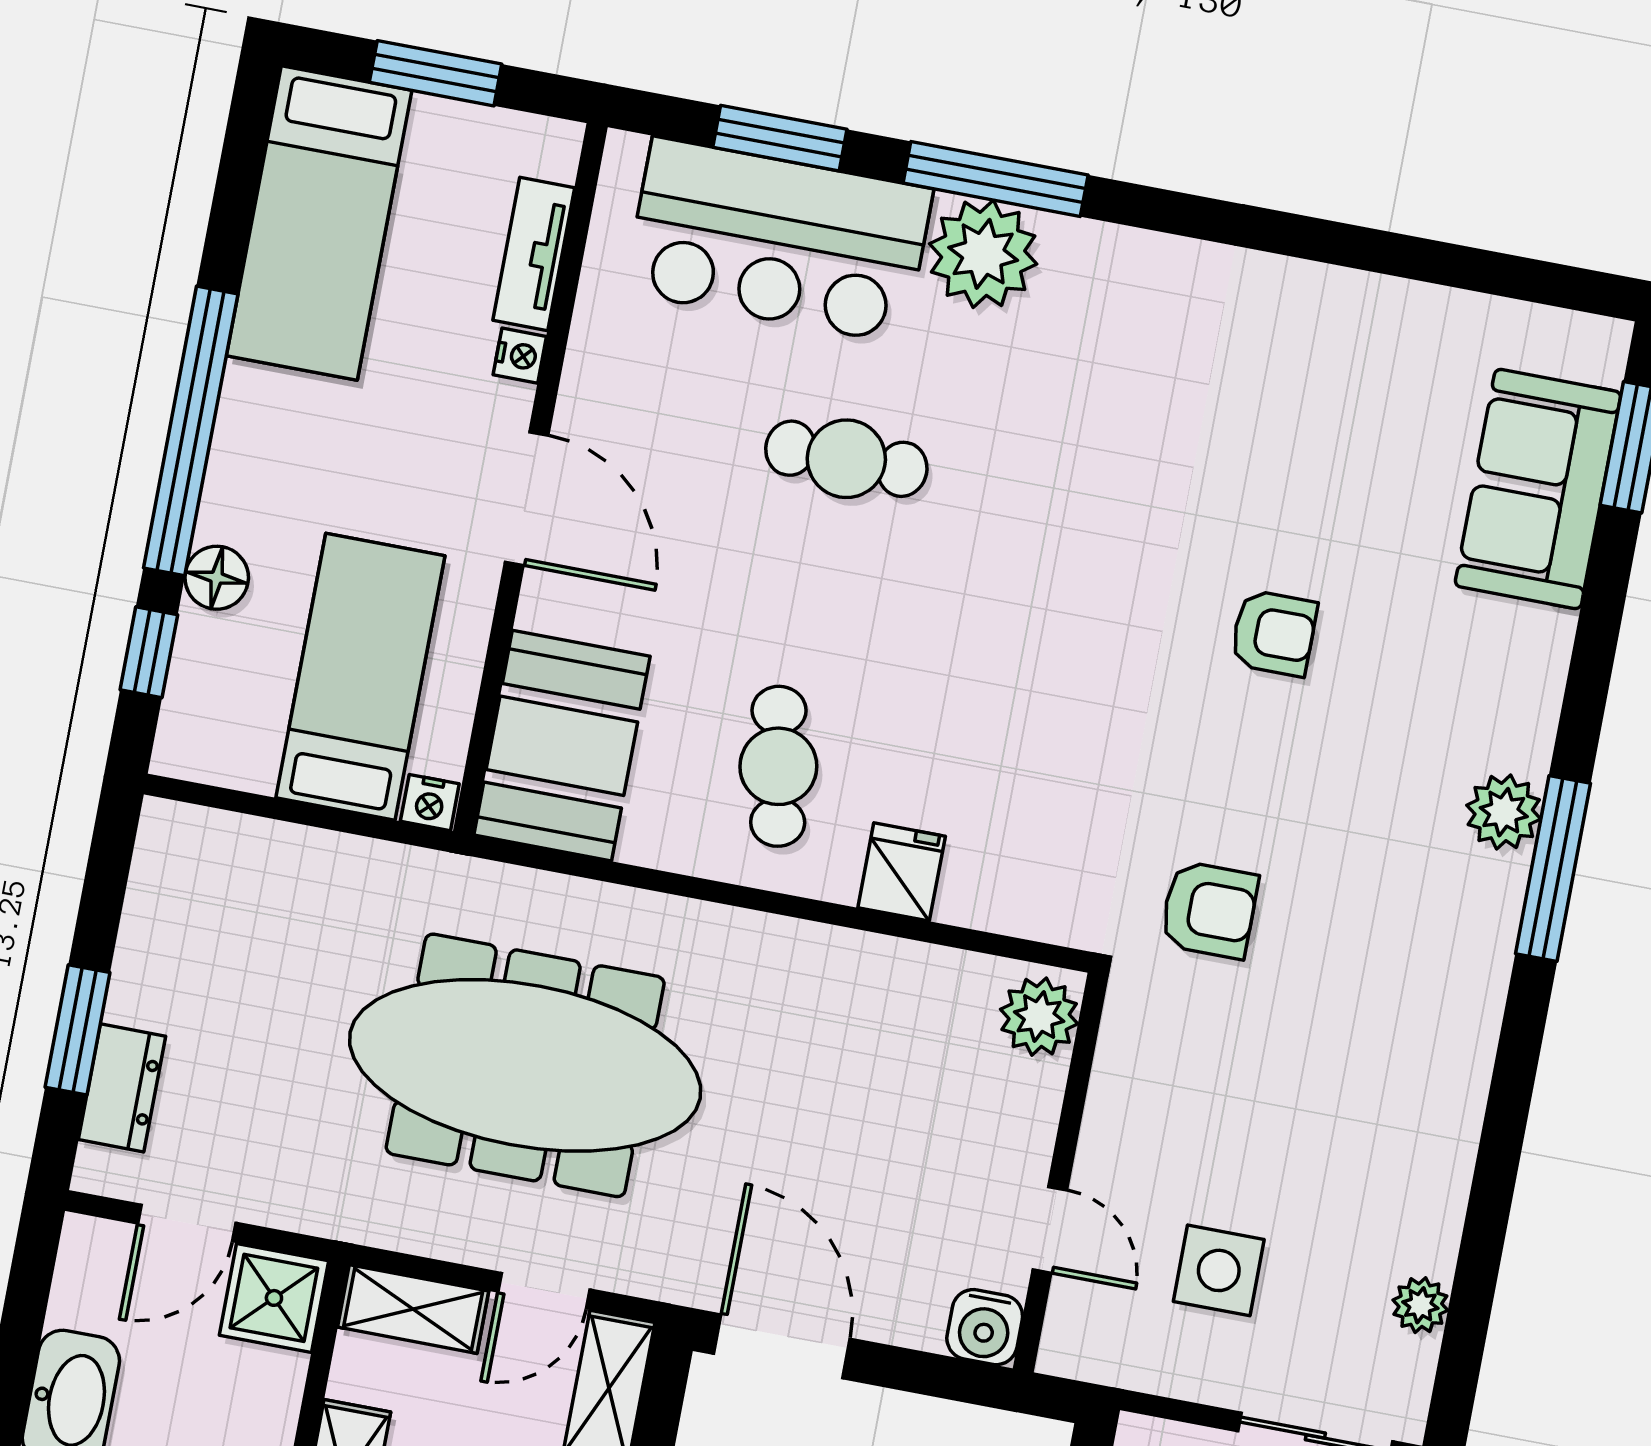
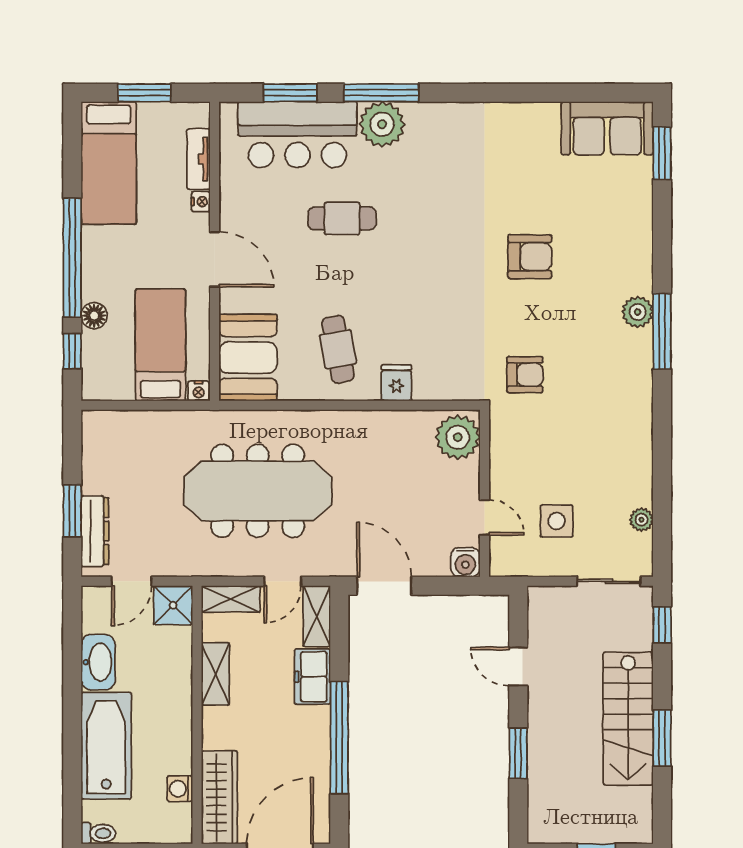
sofa: (1538, 489) -> (607, 128), moved, turned -90
armchair: (1274, 633) -> (530, 257), width x1.38, depth x1.38
plant: (1039, 1017) -> (458, 437), width x1.36, depth x1.36
dresser: (122, 1088) -> (95, 531), width x1.44

